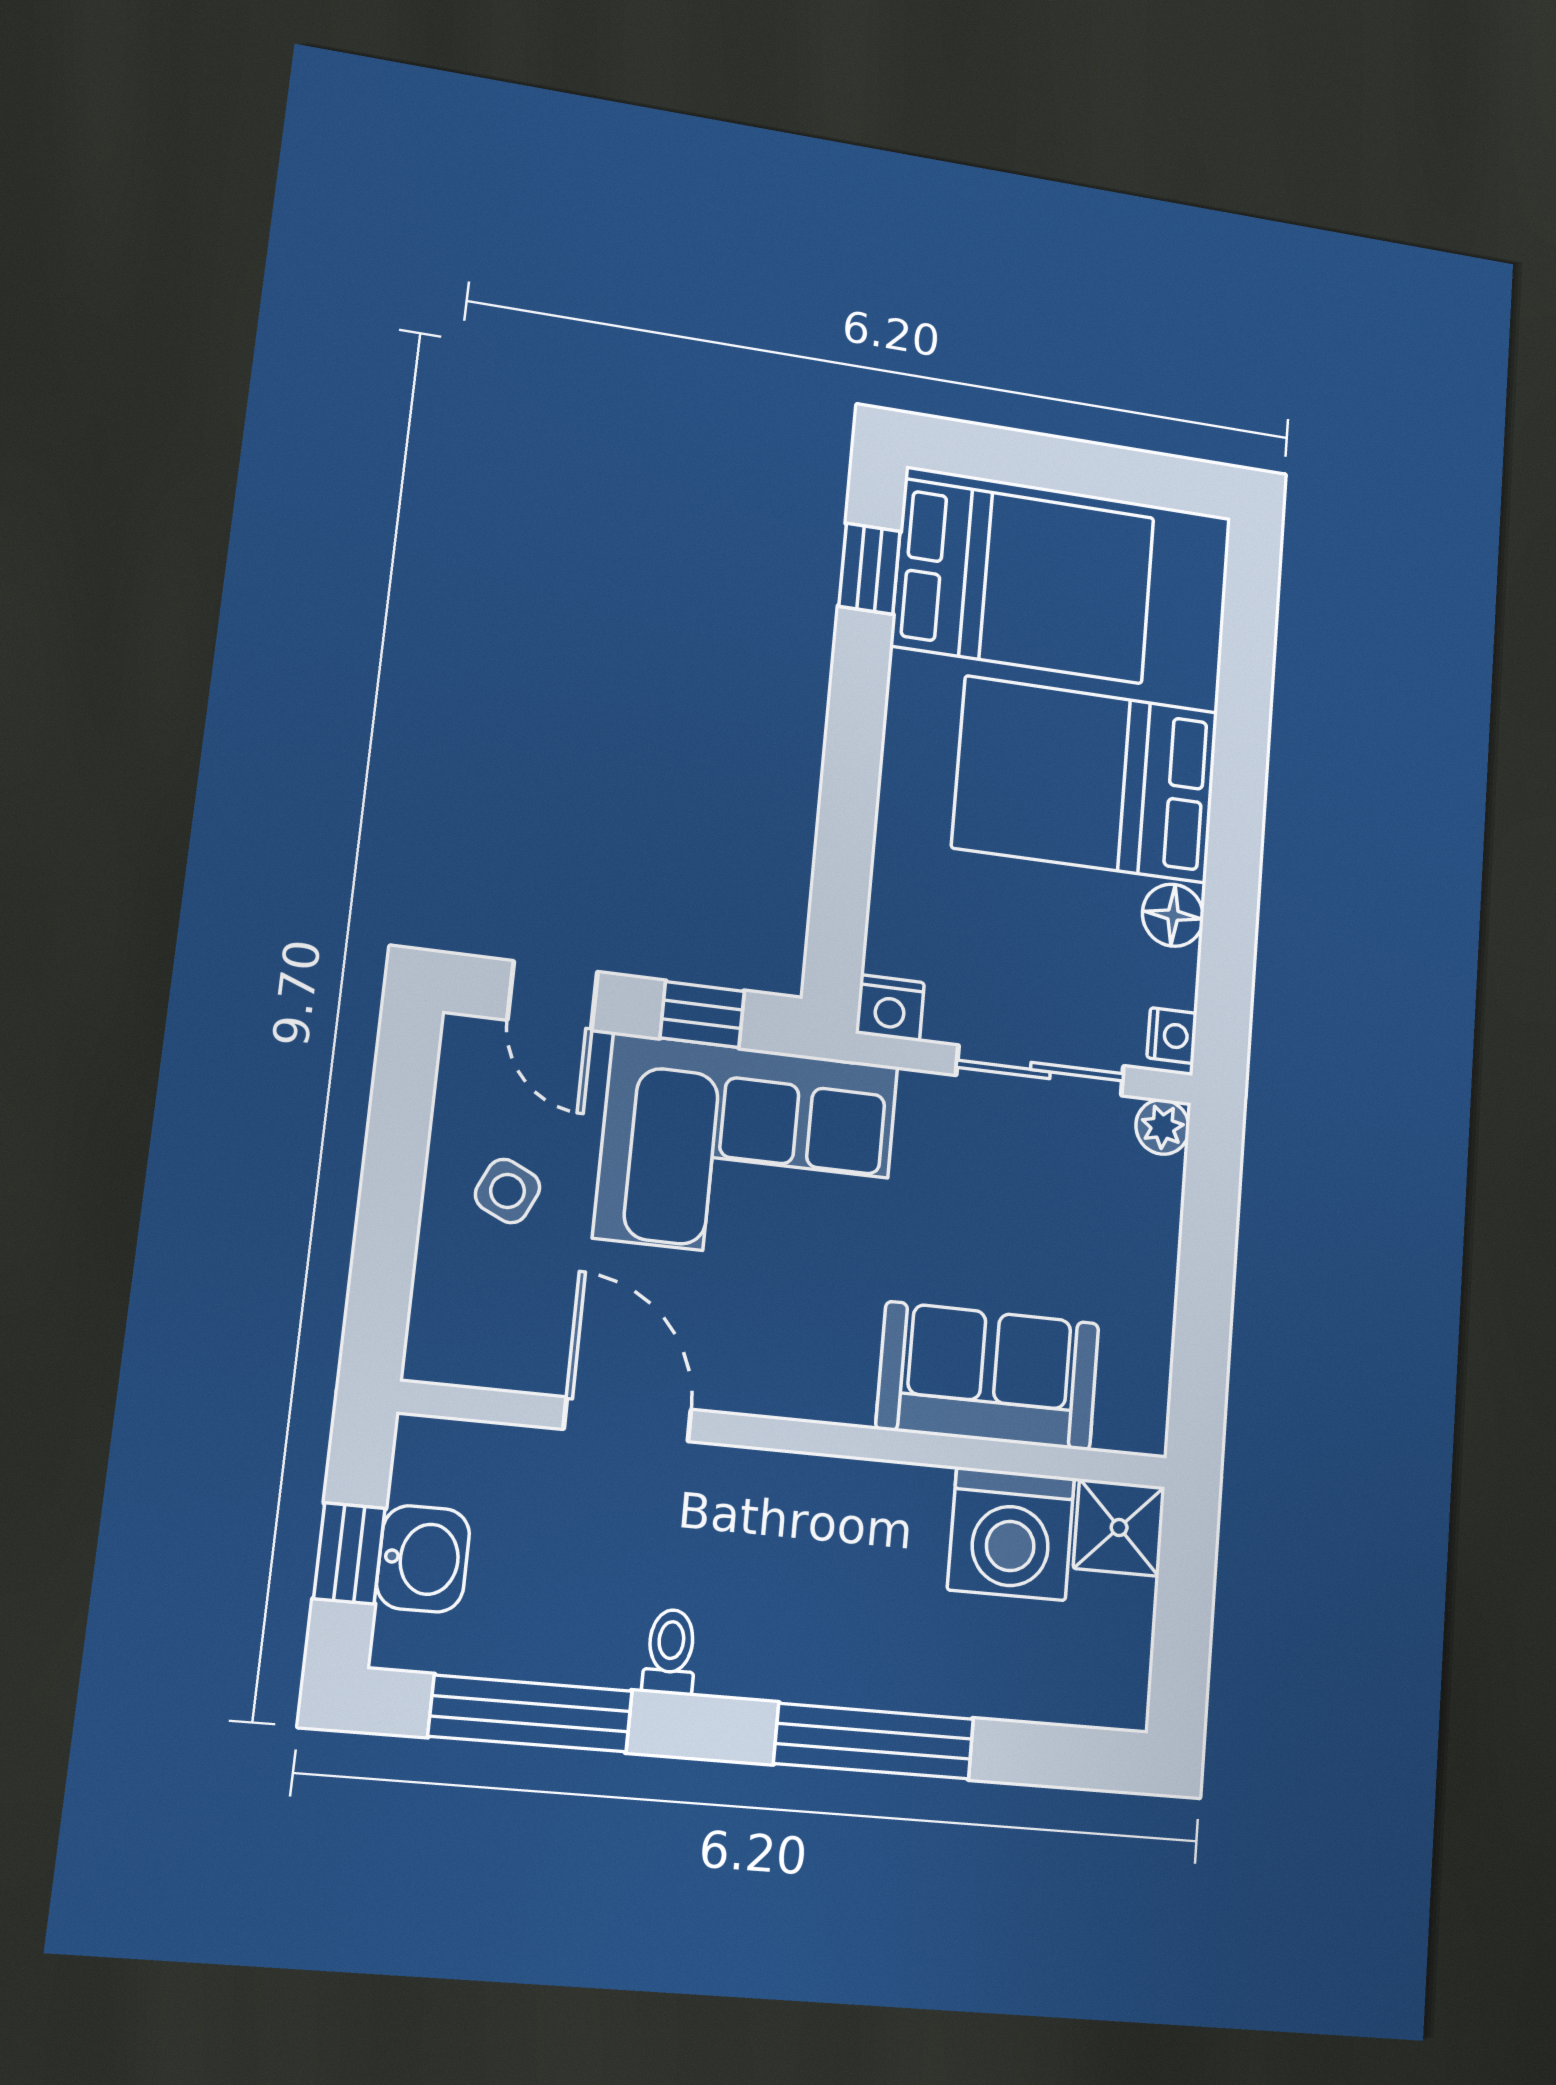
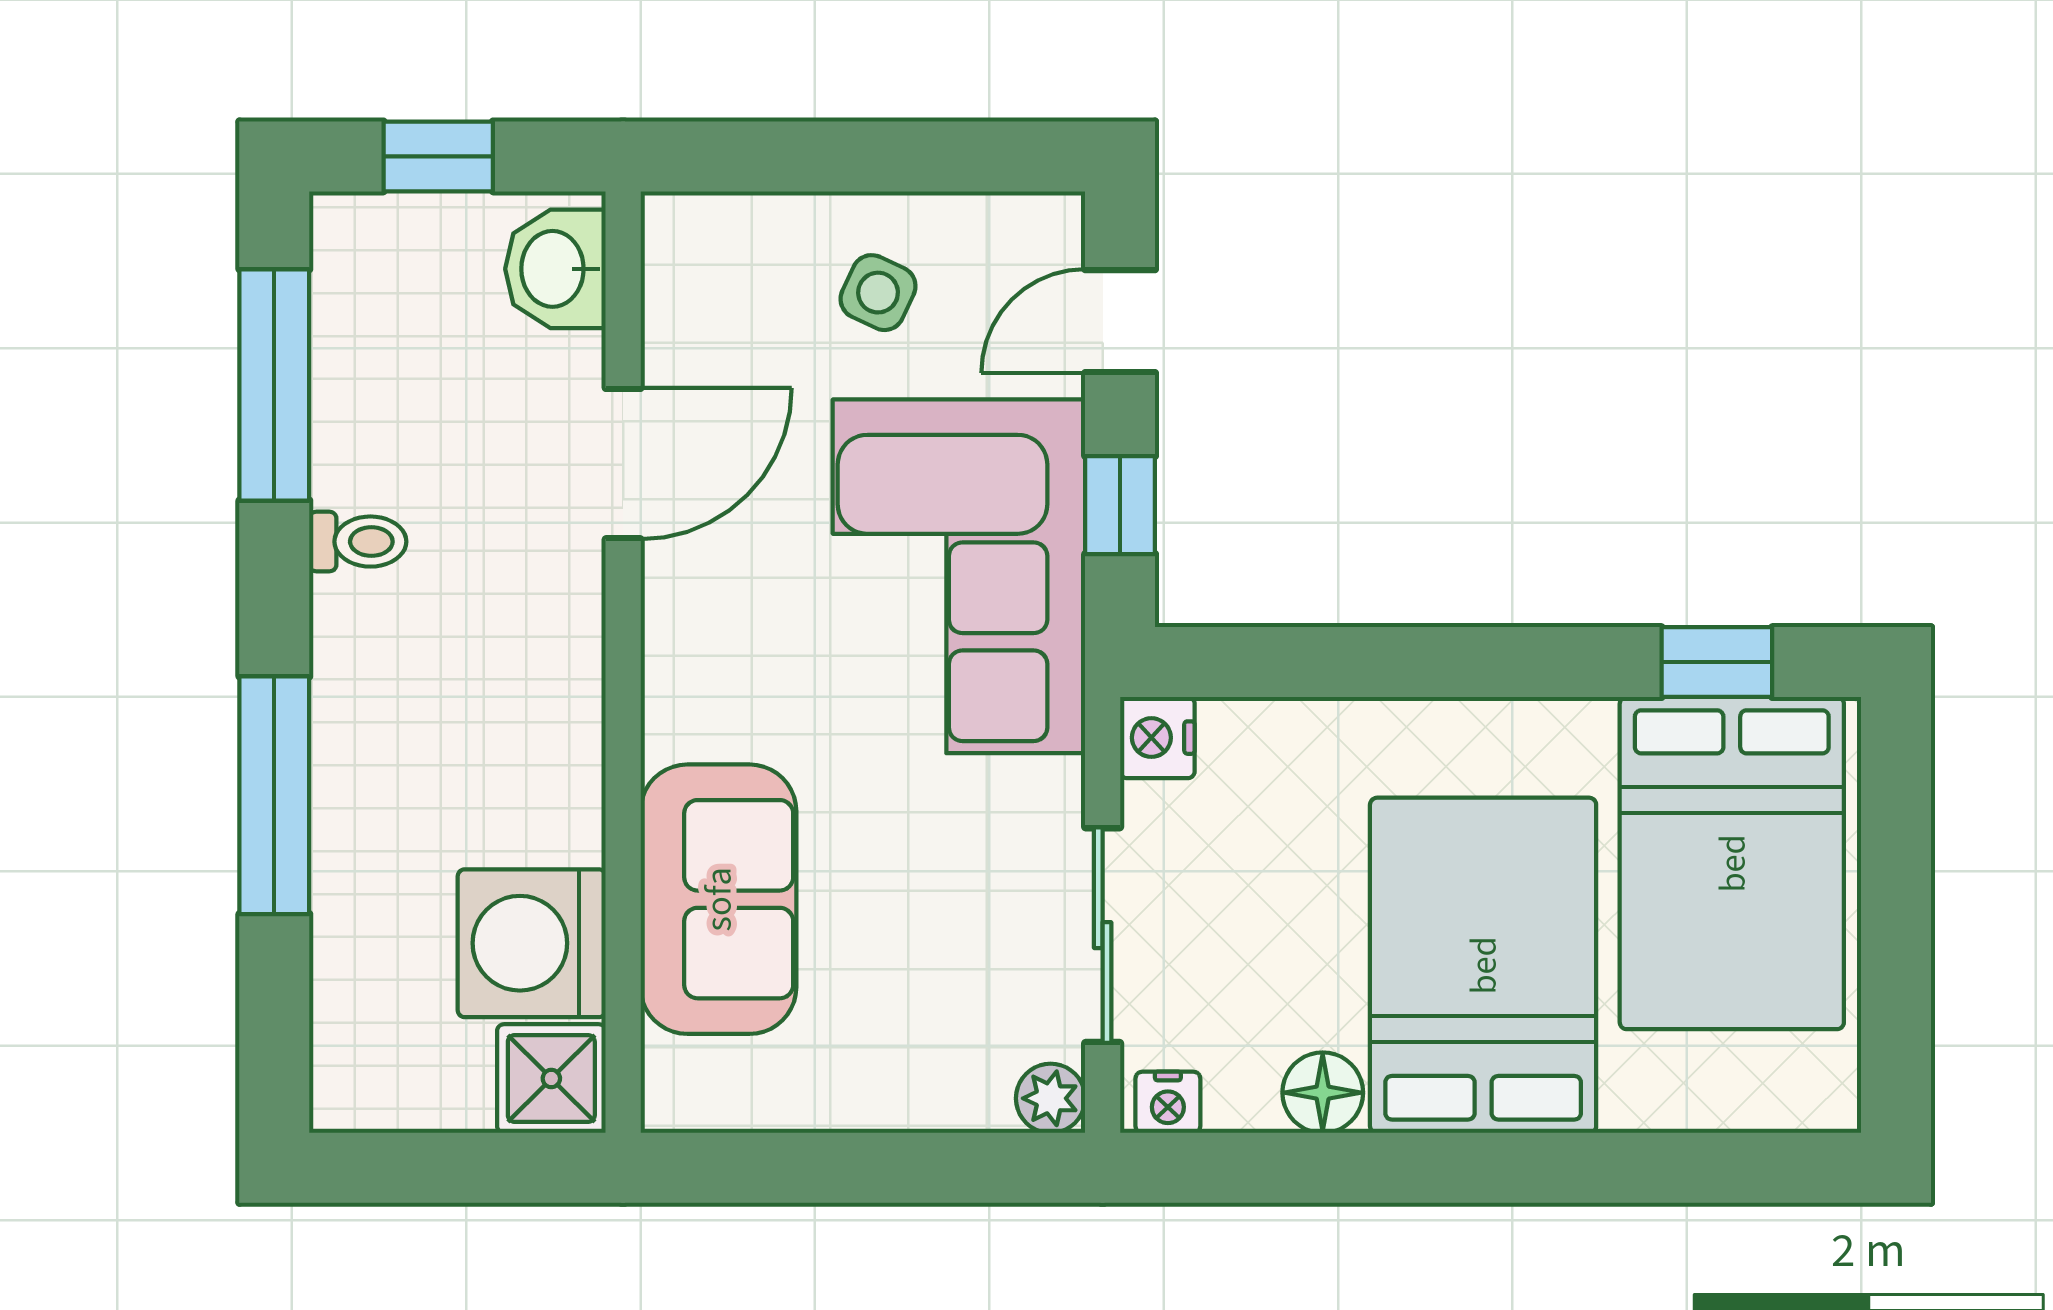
washbasin: (423, 1559) -> (555, 269), moved, turned 90

